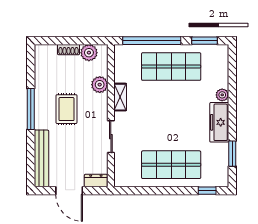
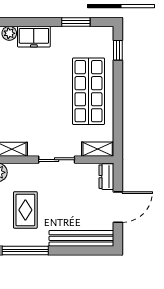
rug: (66, 109) -> (25, 210), turned 90
freezer: (219, 122) -> (34, 37), width x0.71
shelving: (120, 173) -> (98, 149), added

